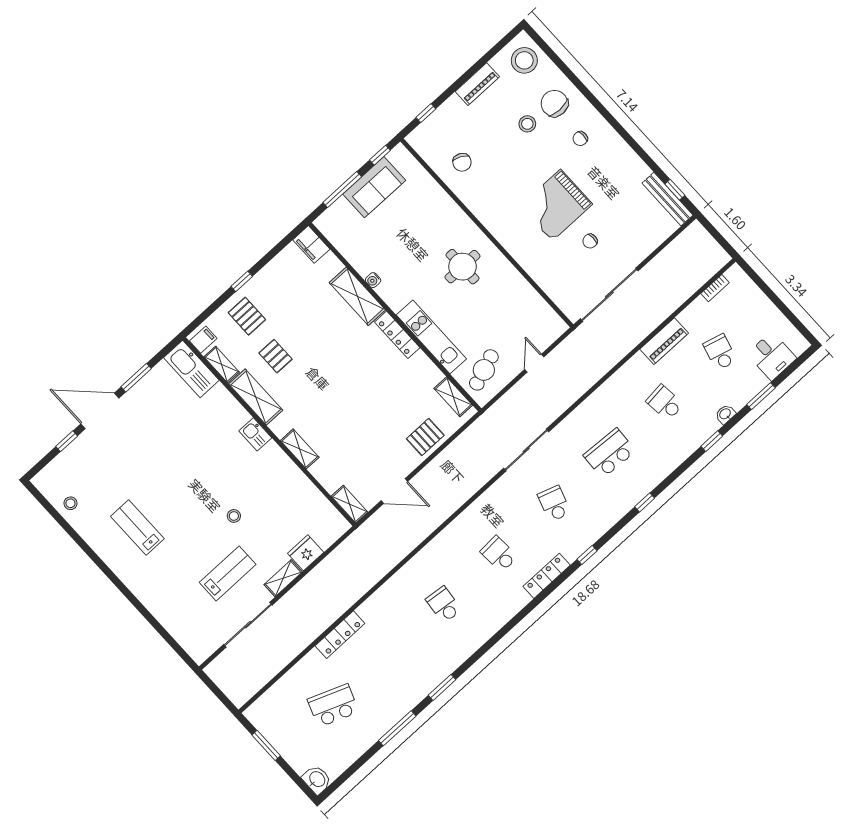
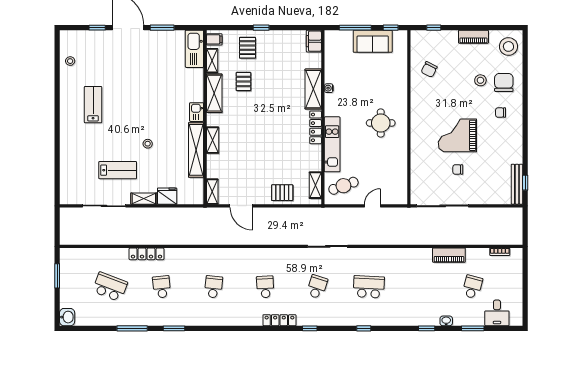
school desk: (665, 403) -> (162, 287), moved
shelving: (292, 475) -> (196, 150), added

